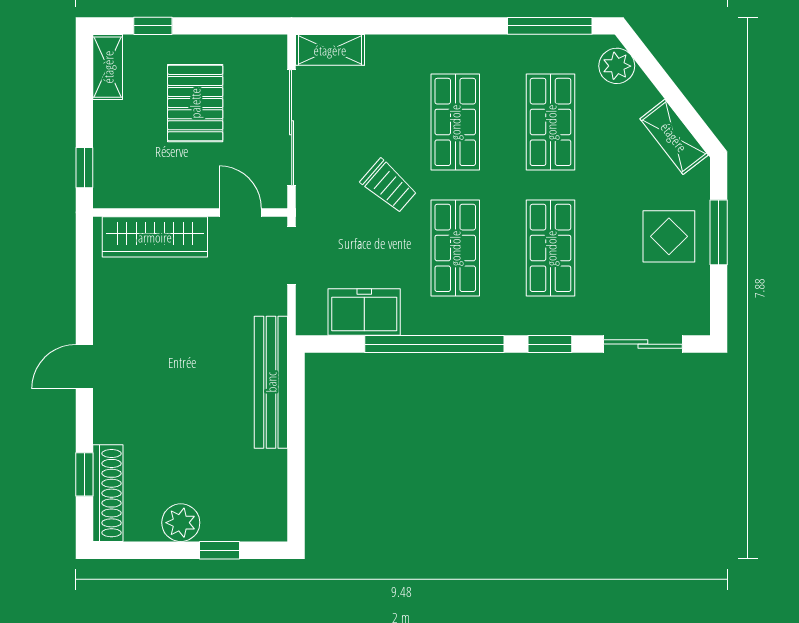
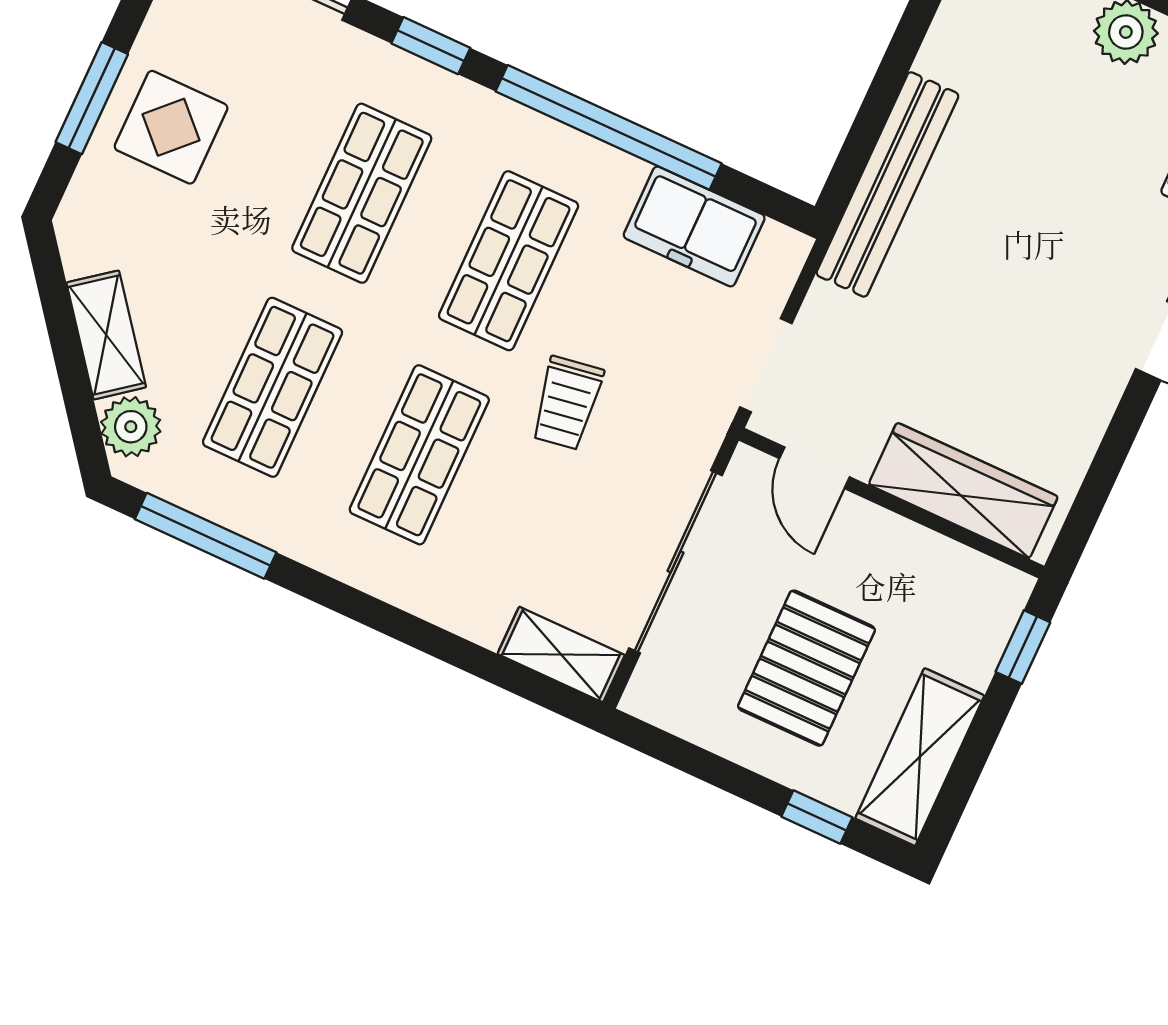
shelving: (108, 67) -> (920, 757), width x1.50, depth x1.33
shelving: (674, 137) -> (106, 335), moved
trolley: (389, 186) -> (567, 403), turned -140

